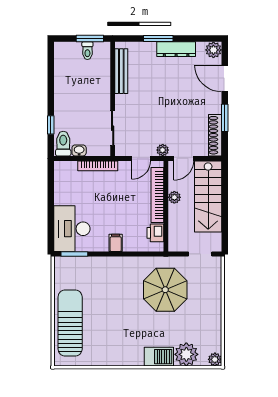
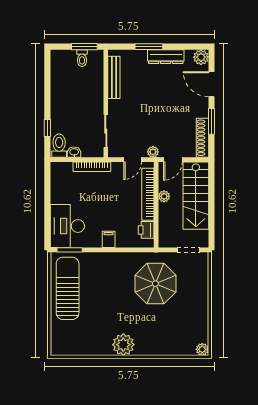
sun lounger: (70, 323) -> (68, 288), moved
plant: (186, 354) -> (123, 345), moved
barbecue: (159, 357) -> (149, 347), removed

